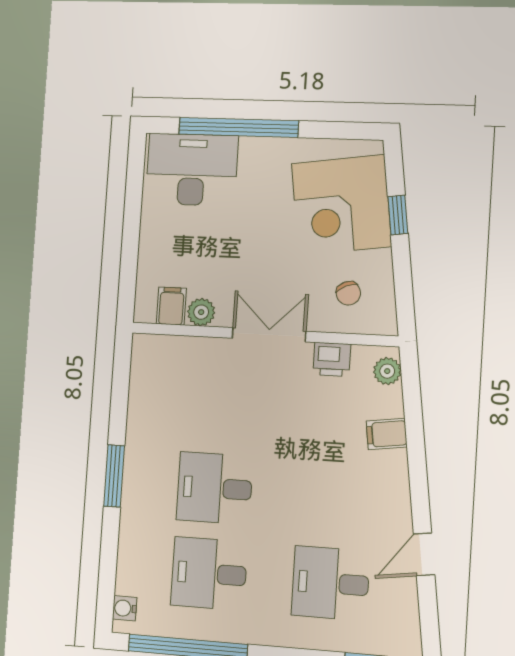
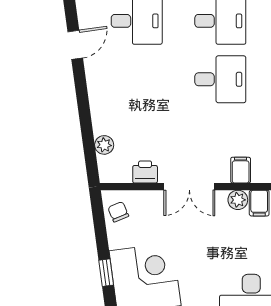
chair: (348, 293) -> (118, 212), moved
plant: (387, 371) -> (104, 145), moved
filing cabinet: (387, 434) -> (241, 170), moved, turned -82

